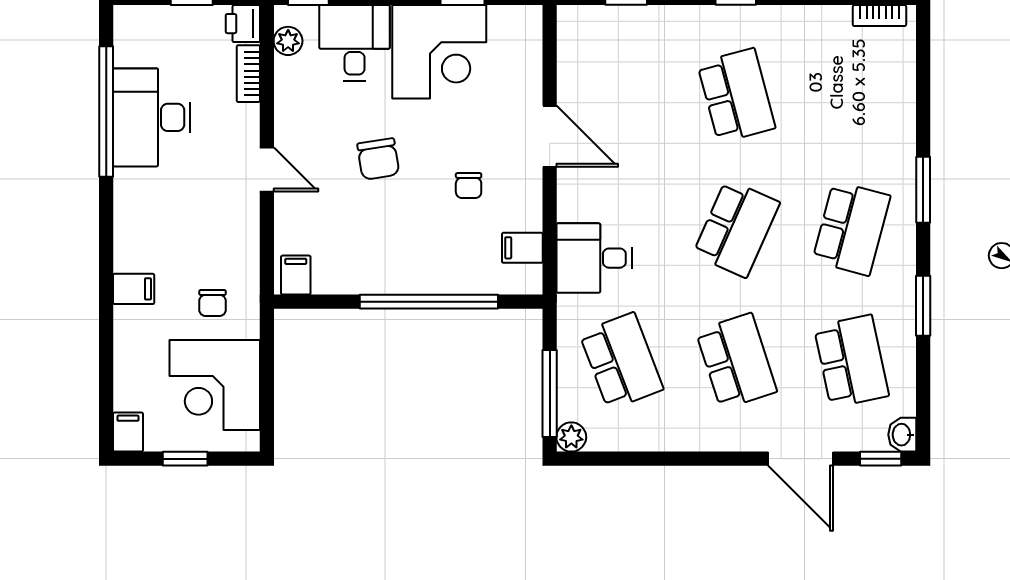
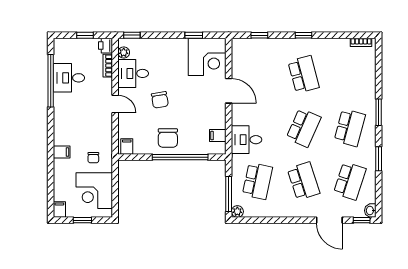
desk: (355, 43) -> (133, 73), moved, turned -90
corner desk: (439, 52) -> (207, 57), moved
desk: (152, 117) -> (69, 78), width x0.73
chair: (469, 186) -> (168, 138), moved, width x1.87, depth x1.87
school desk: (621, 361) -> (257, 181), turned 33
school desk: (851, 361) -> (350, 181), turned 30

